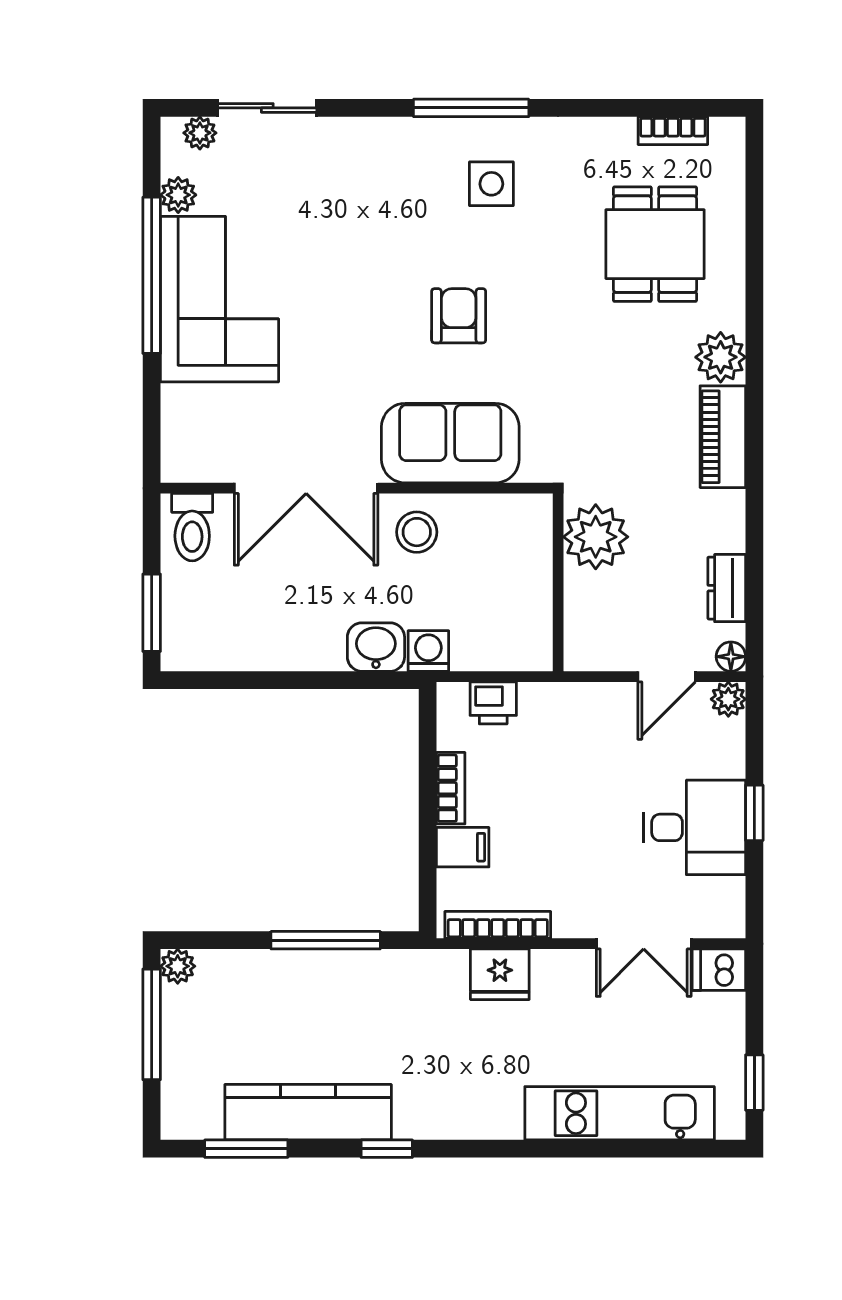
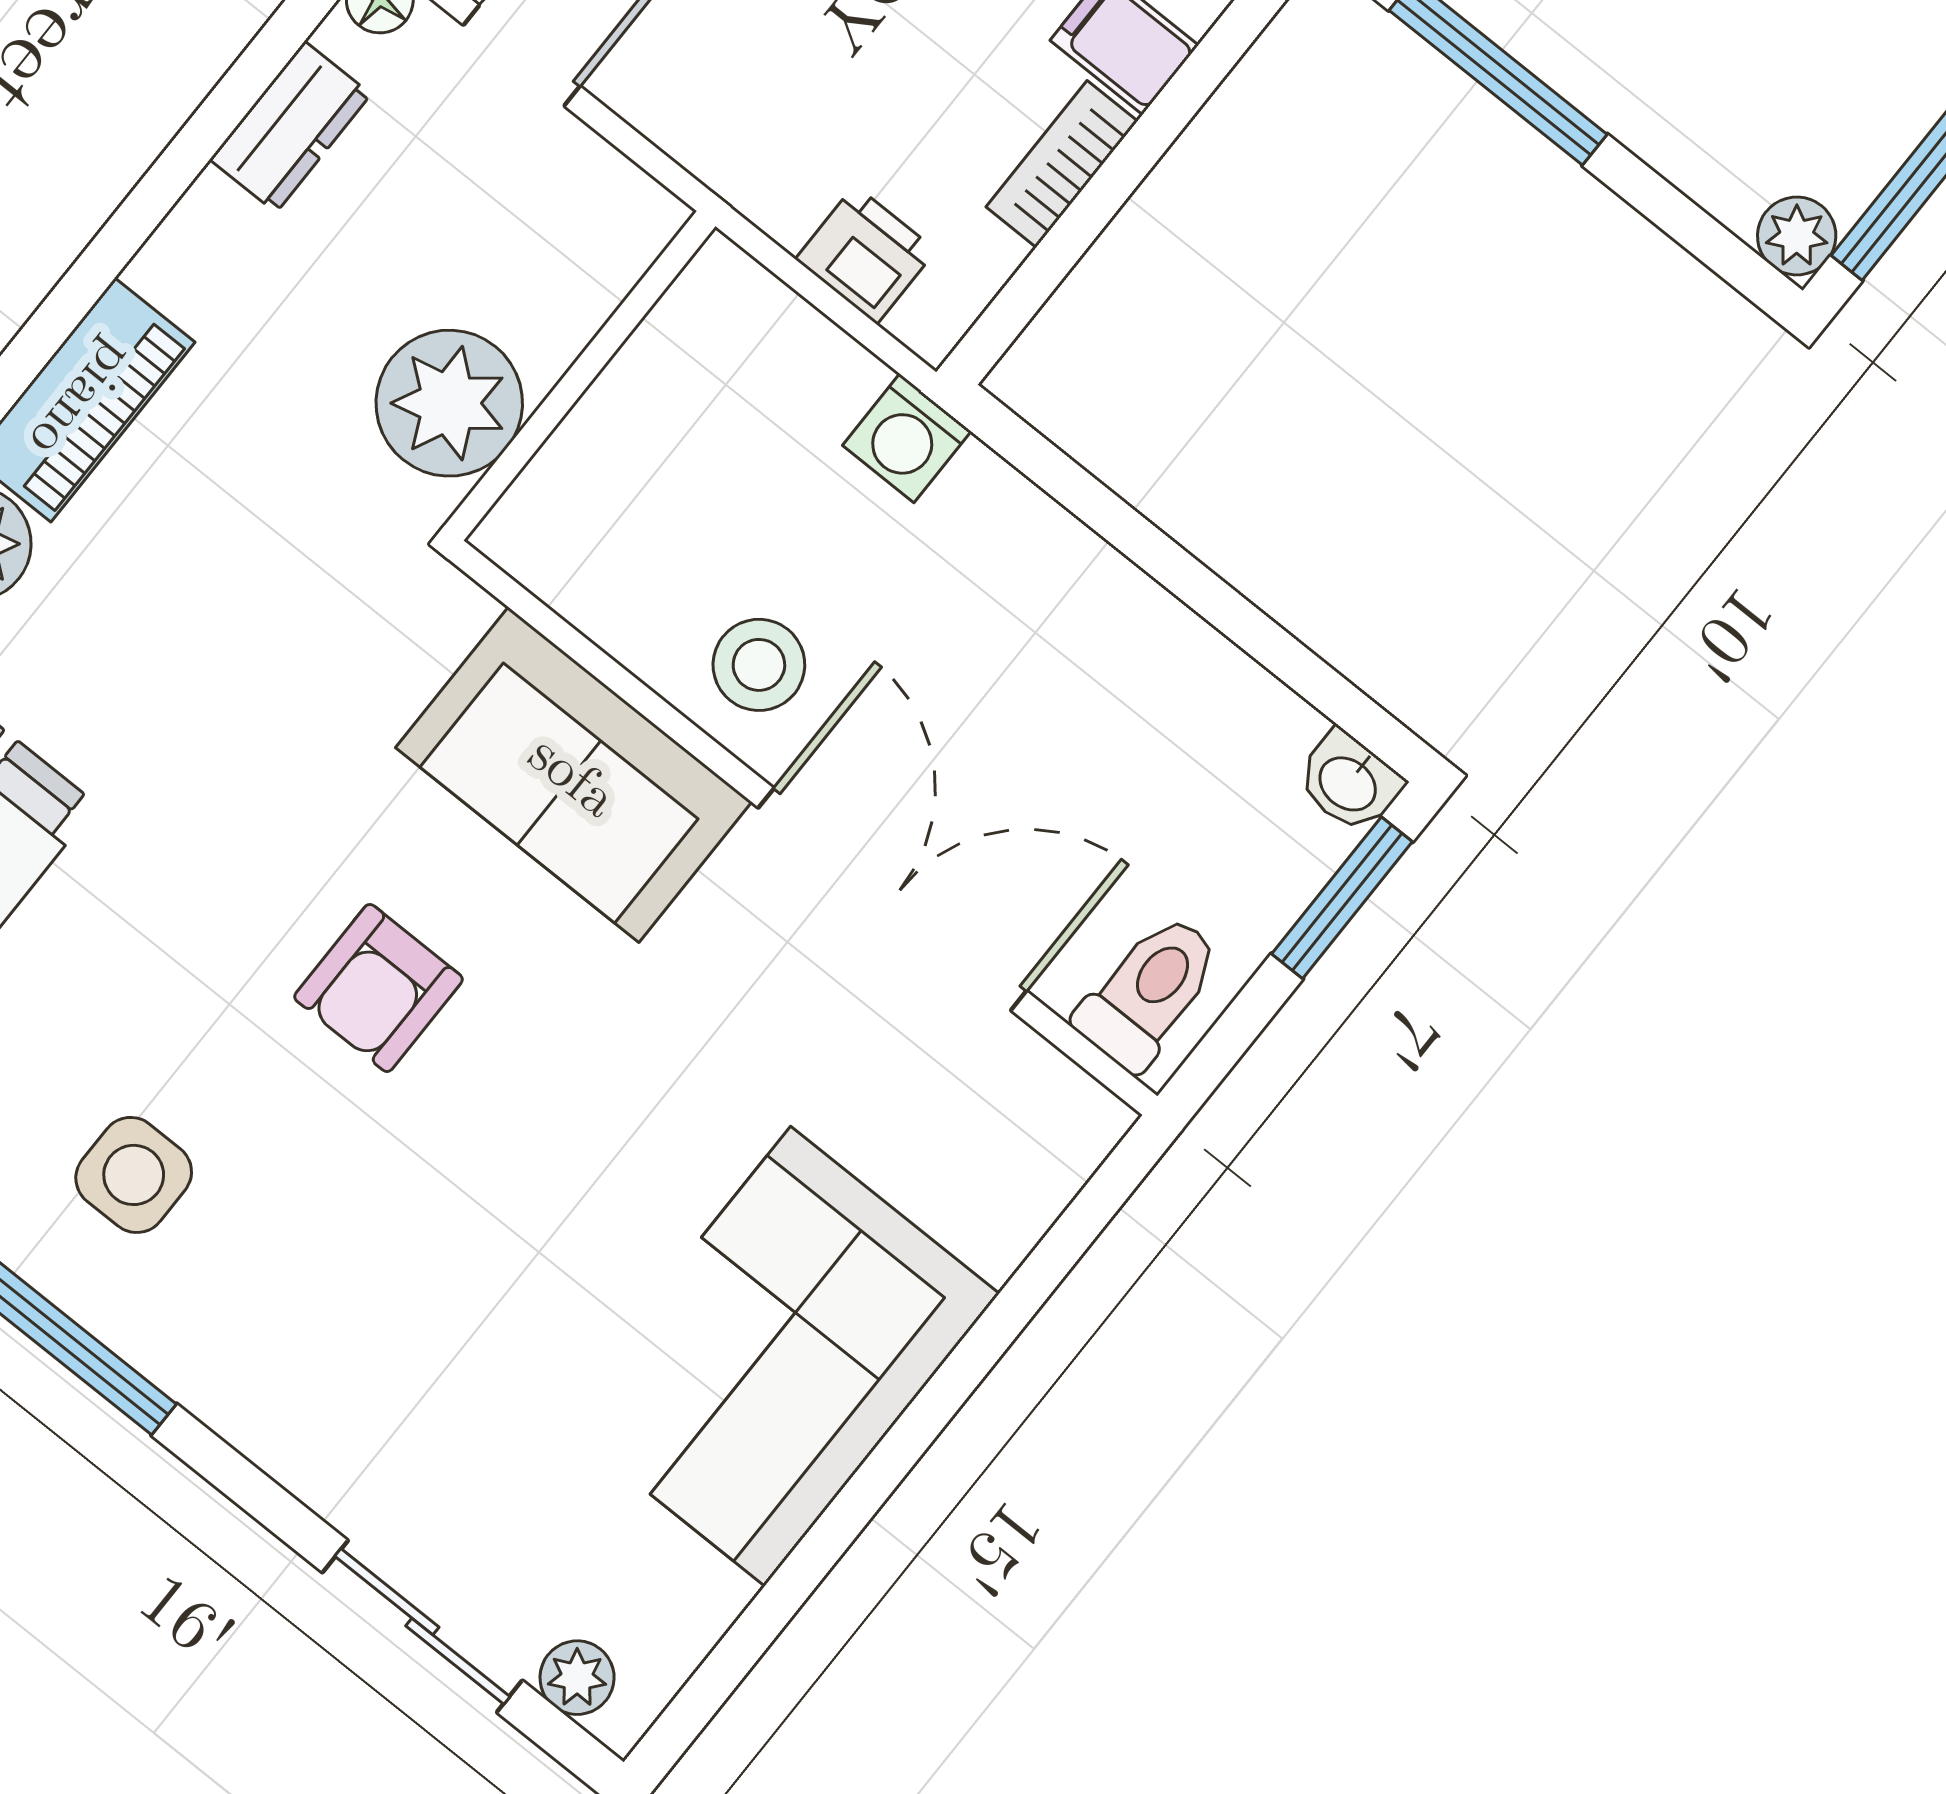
plant: (178, 195) -> (703, 1599), removed
window: (152, 275) -> (864, 1494), removed
washbasin: (376, 647) -> (1349, 782), moved, width x0.72, depth x0.69

